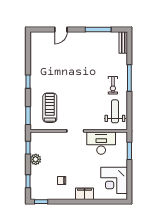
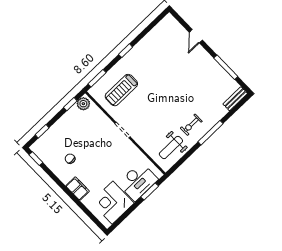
door: (61, 29) -> (196, 36), hinge flipped
treadmill: (50, 108) -> (121, 90), turned 180
weight bench: (115, 111) -> (171, 148), turned 180
desk: (101, 143) -> (138, 181), moved, turned 90
plant: (36, 159) -> (83, 104), moved

